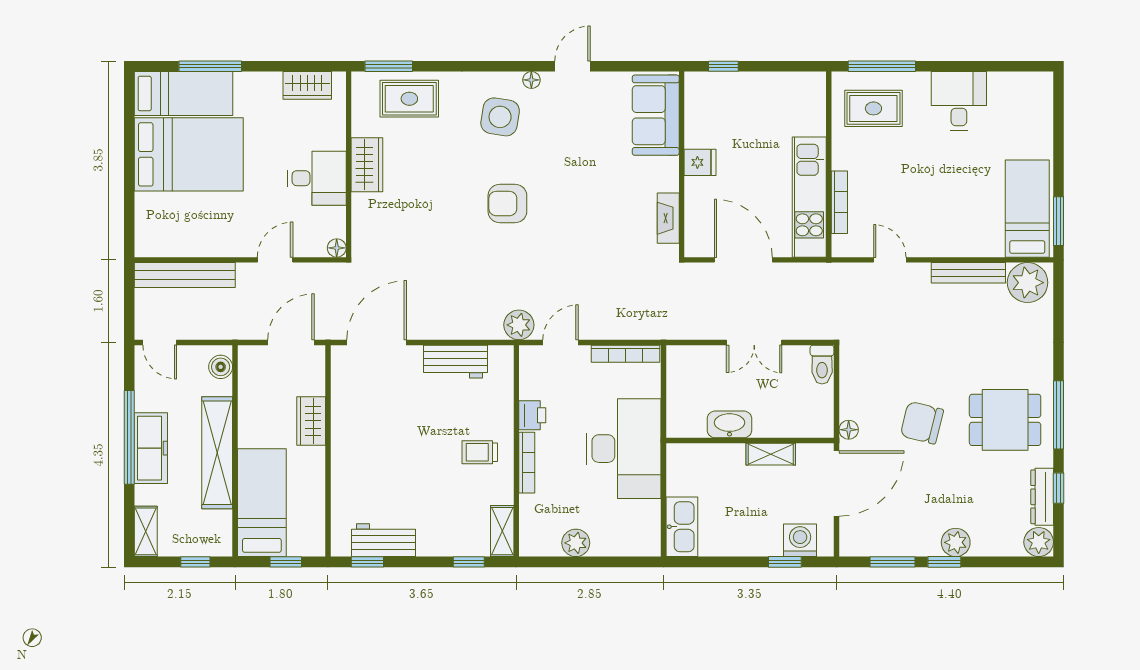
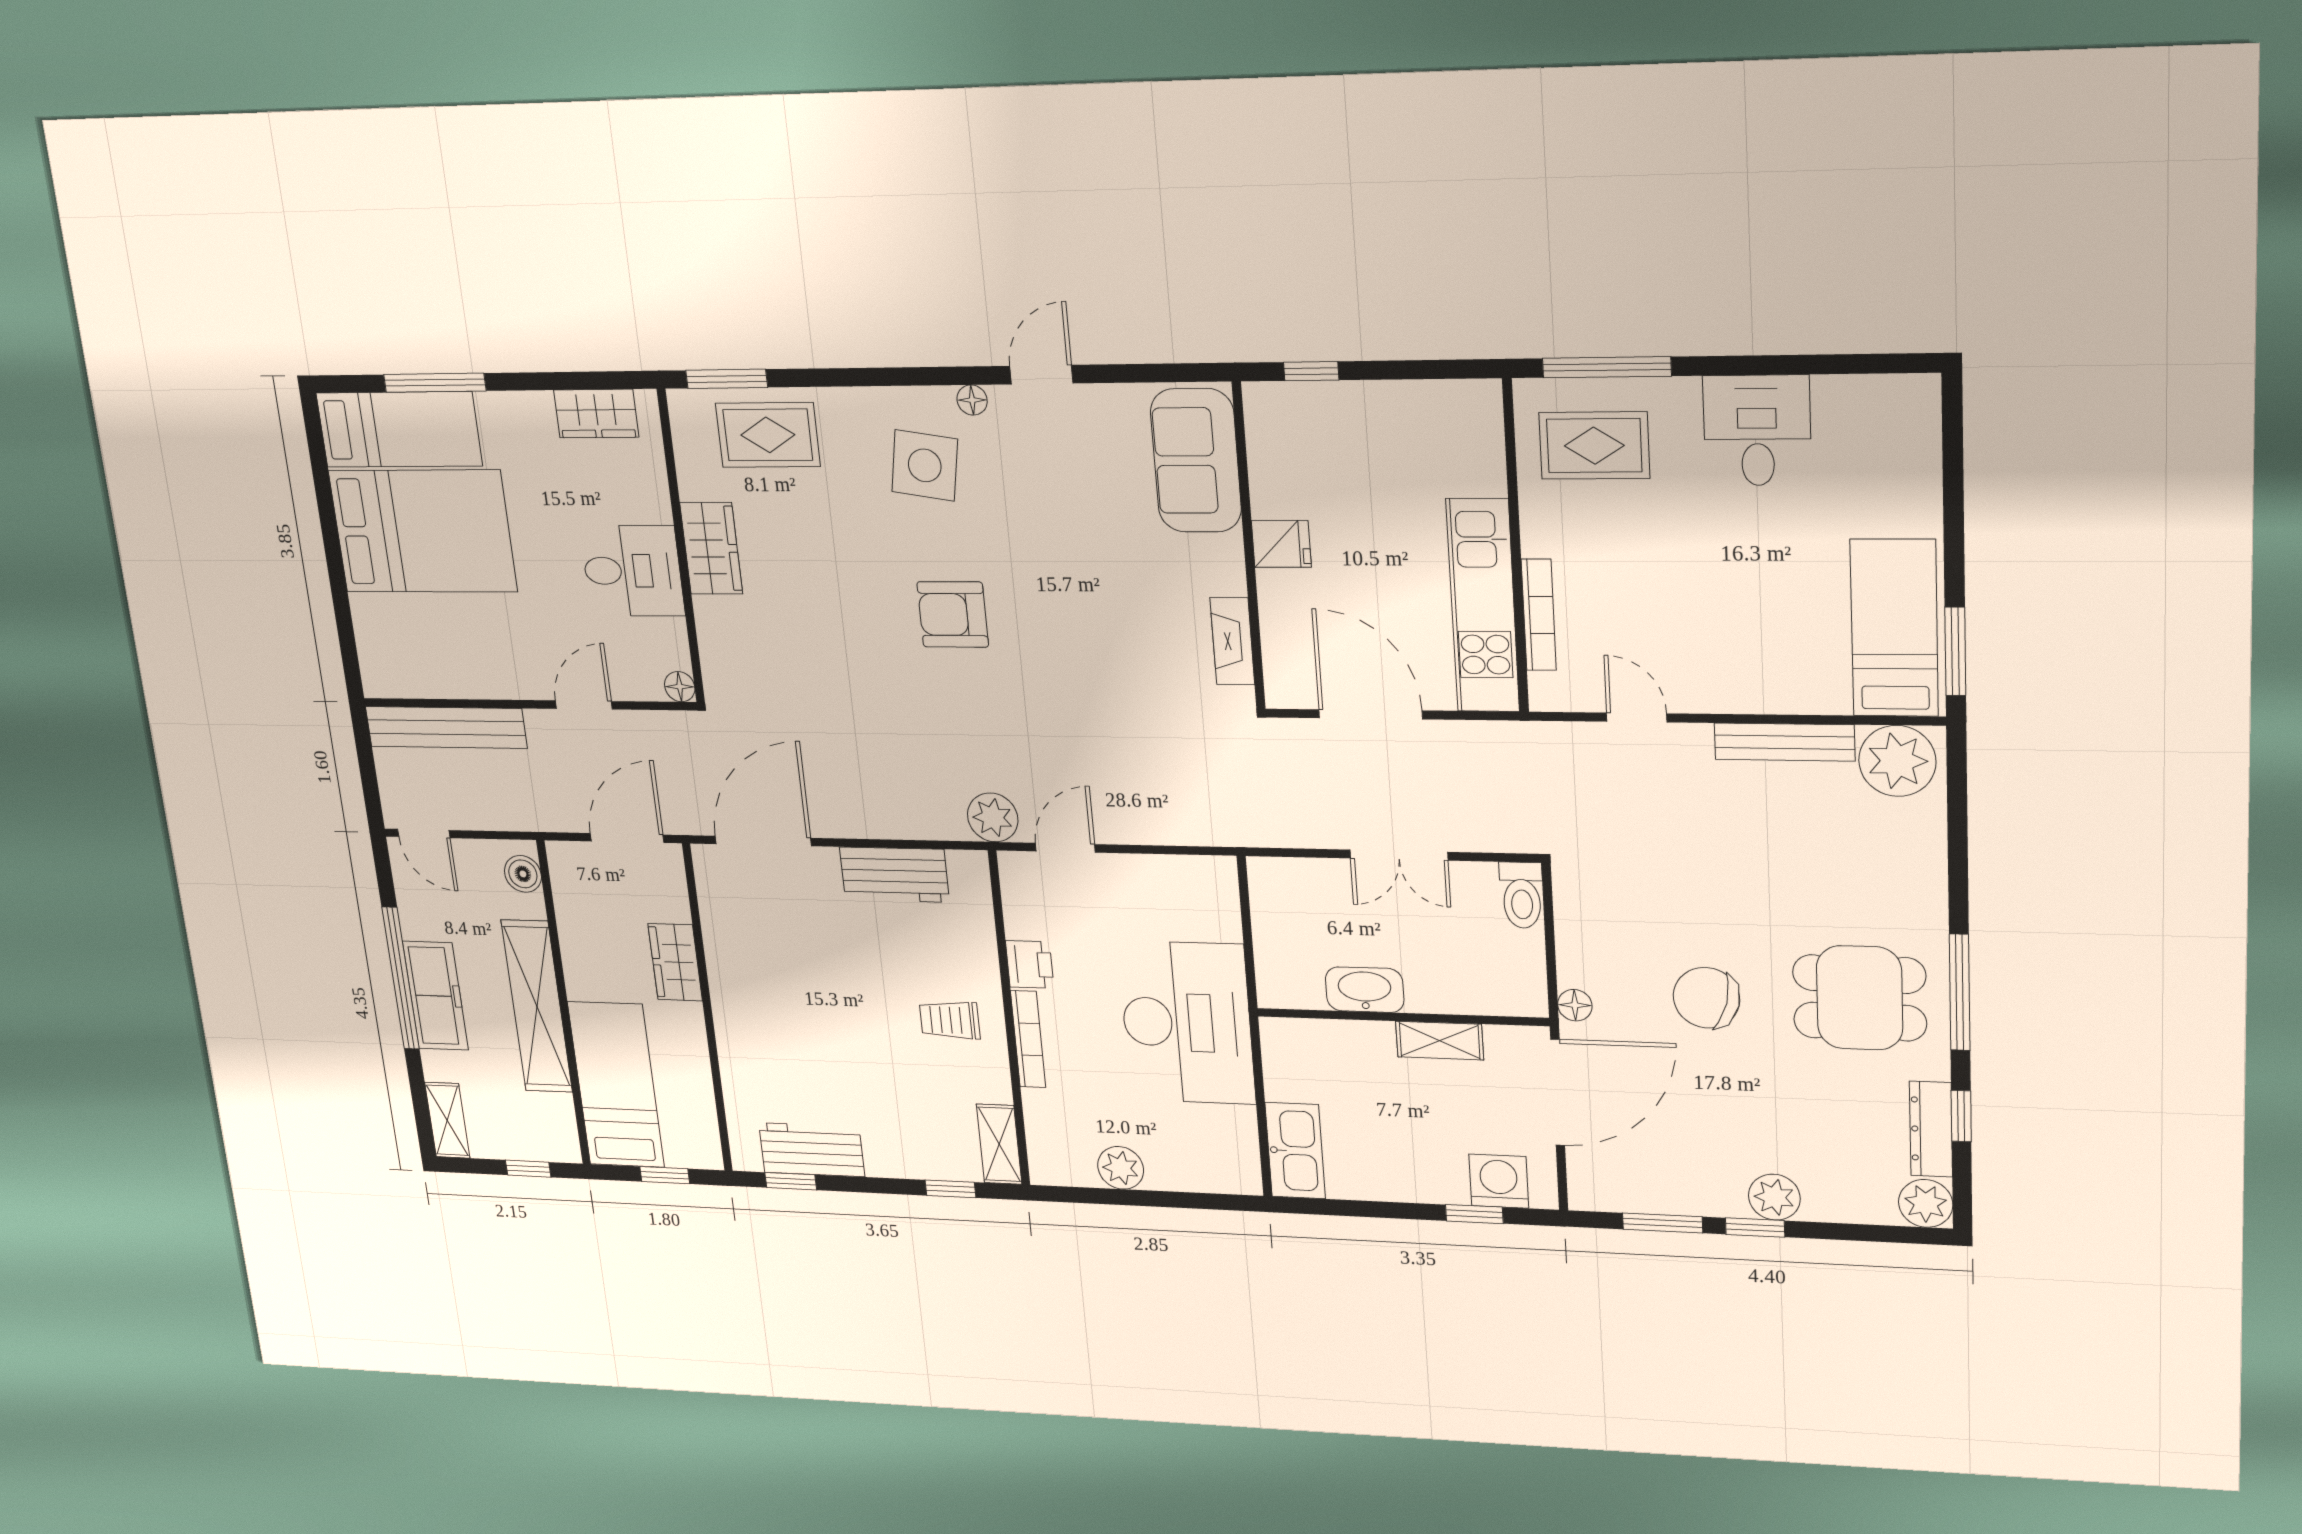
bookcase: (625, 354) -> (1177, 869), removed

